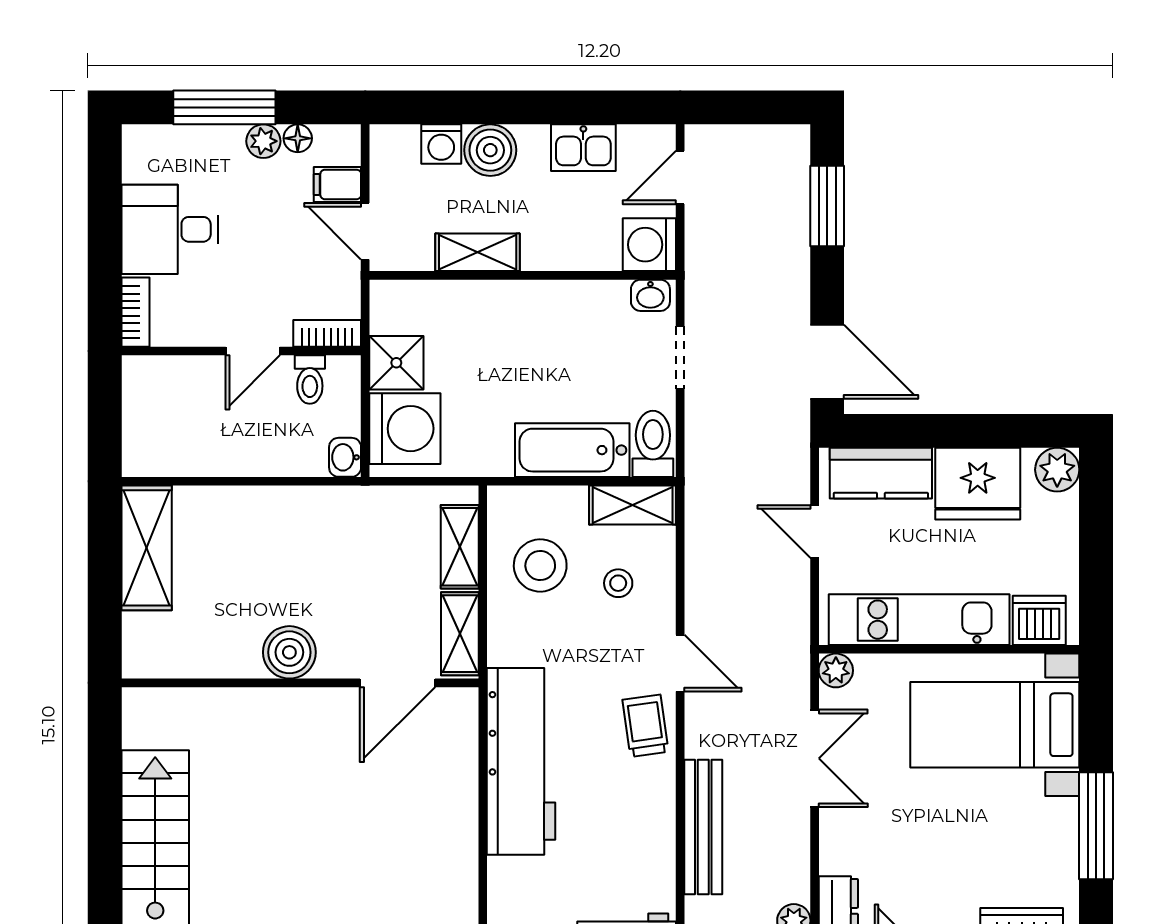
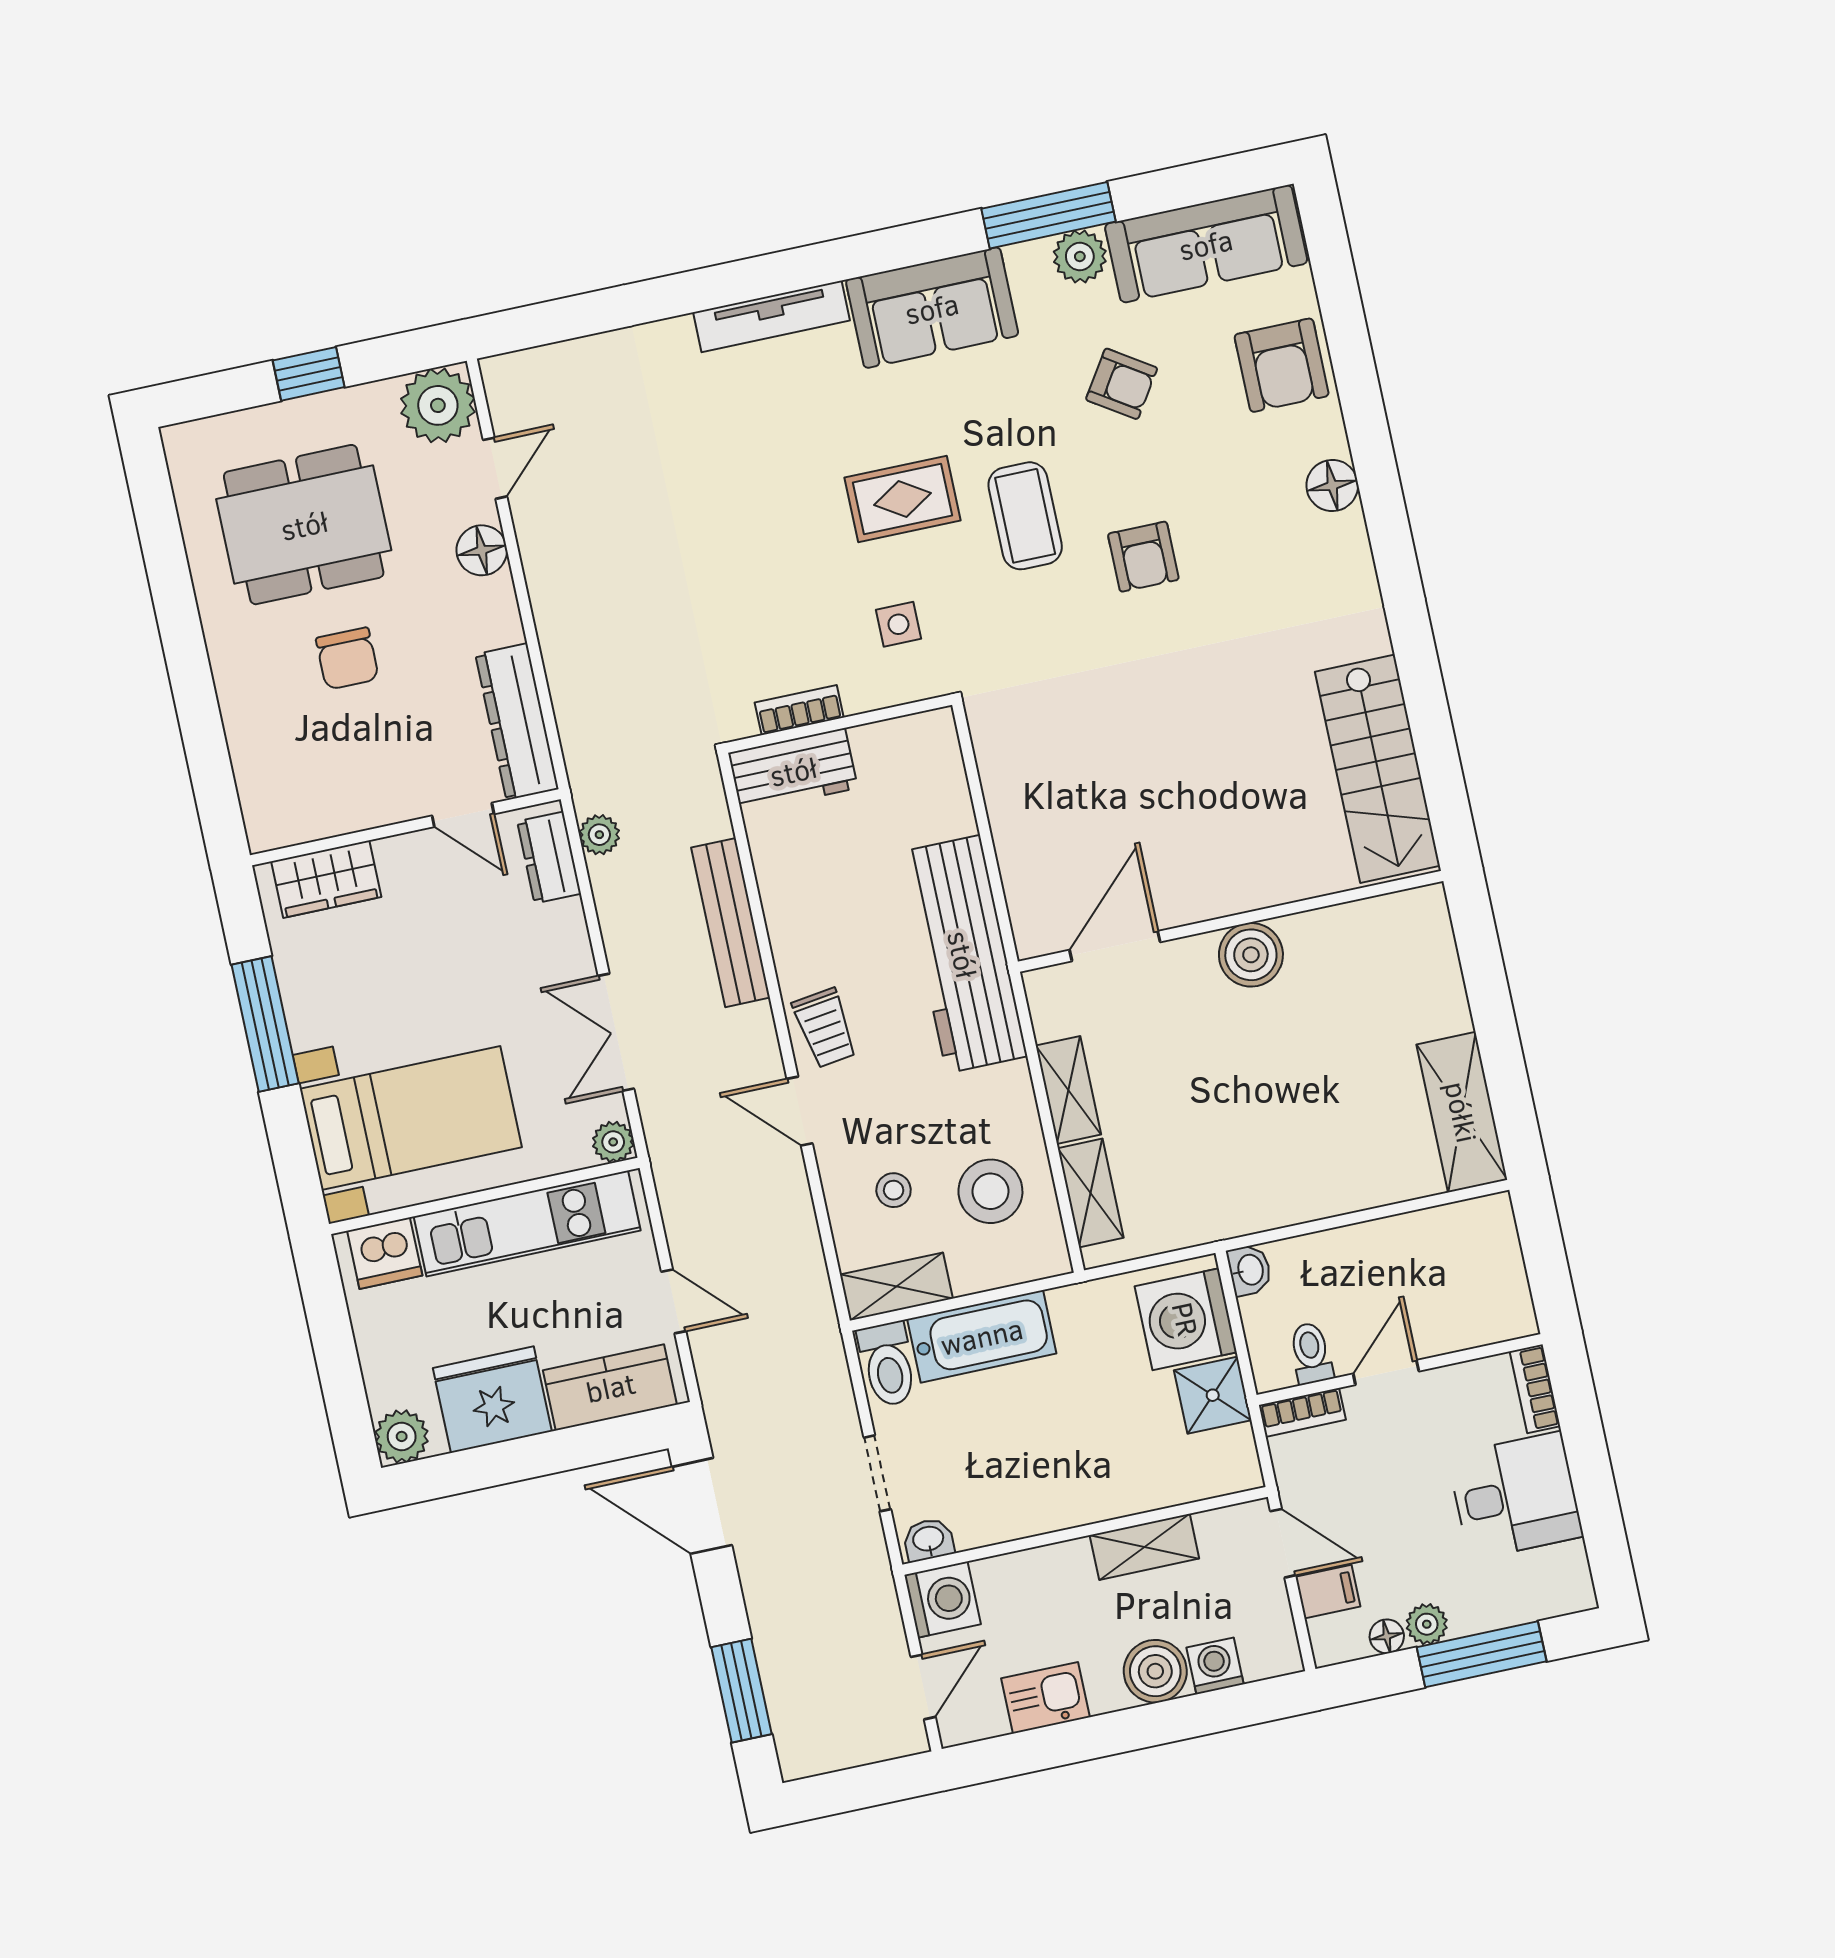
boiler: (289, 652) -> (1251, 955), moved
wall: (300, 683) -> (1230, 921), moved
door: (398, 683) -> (1115, 946), moved

